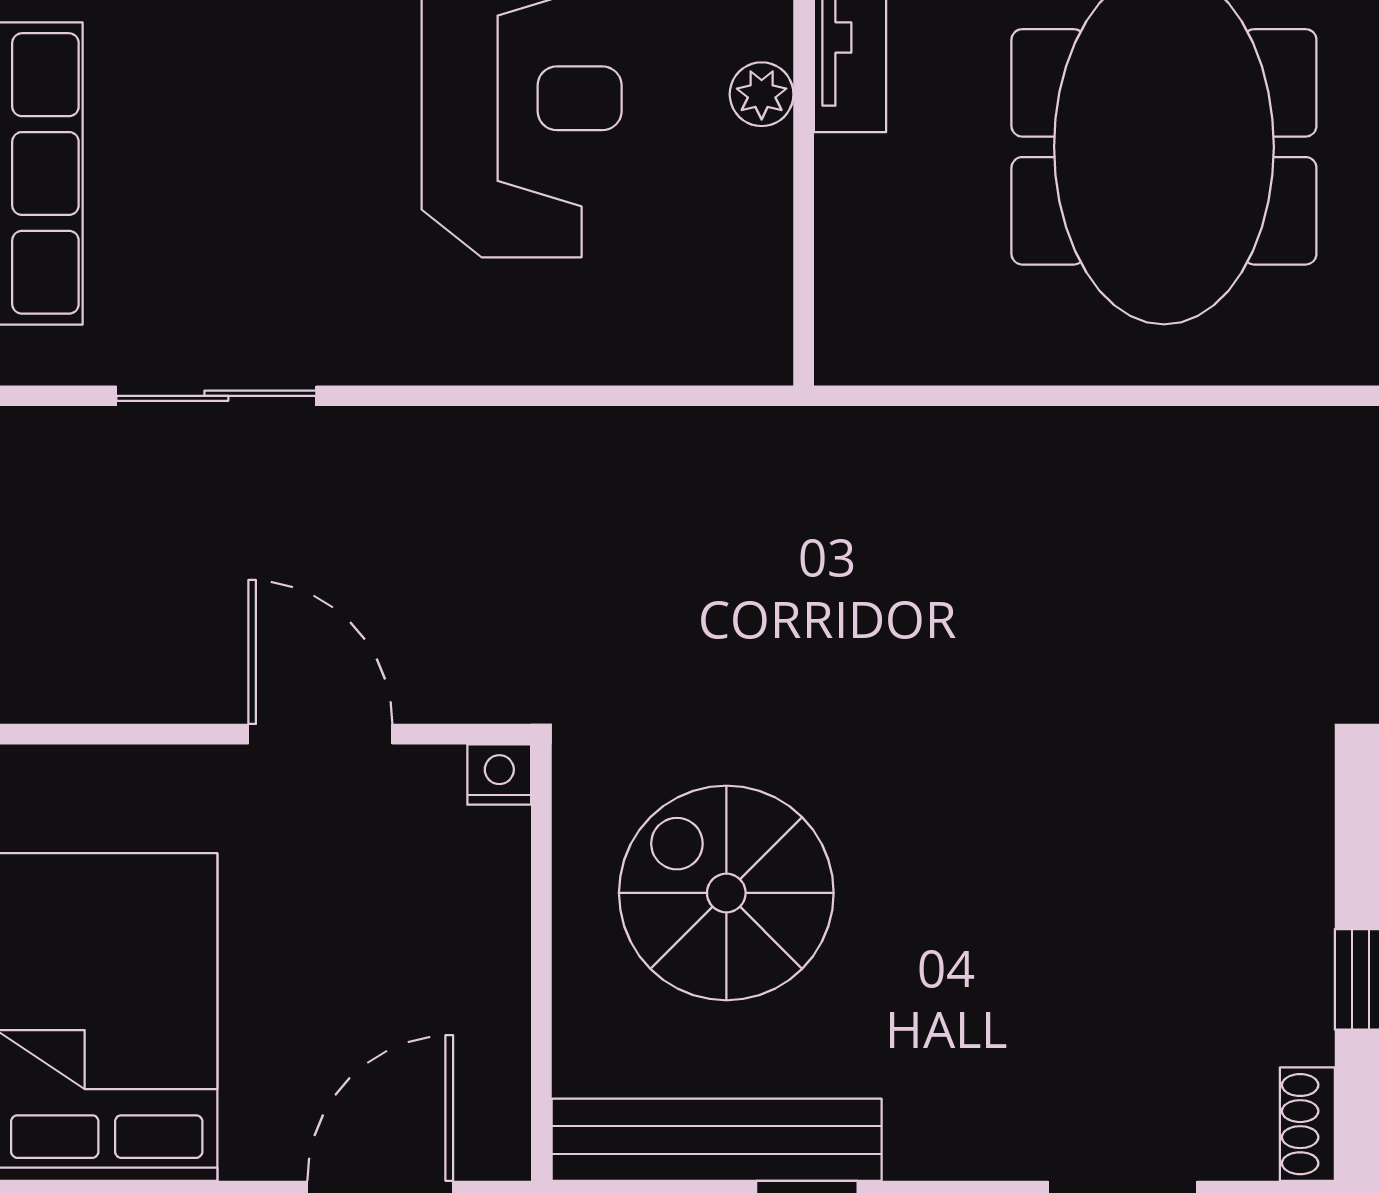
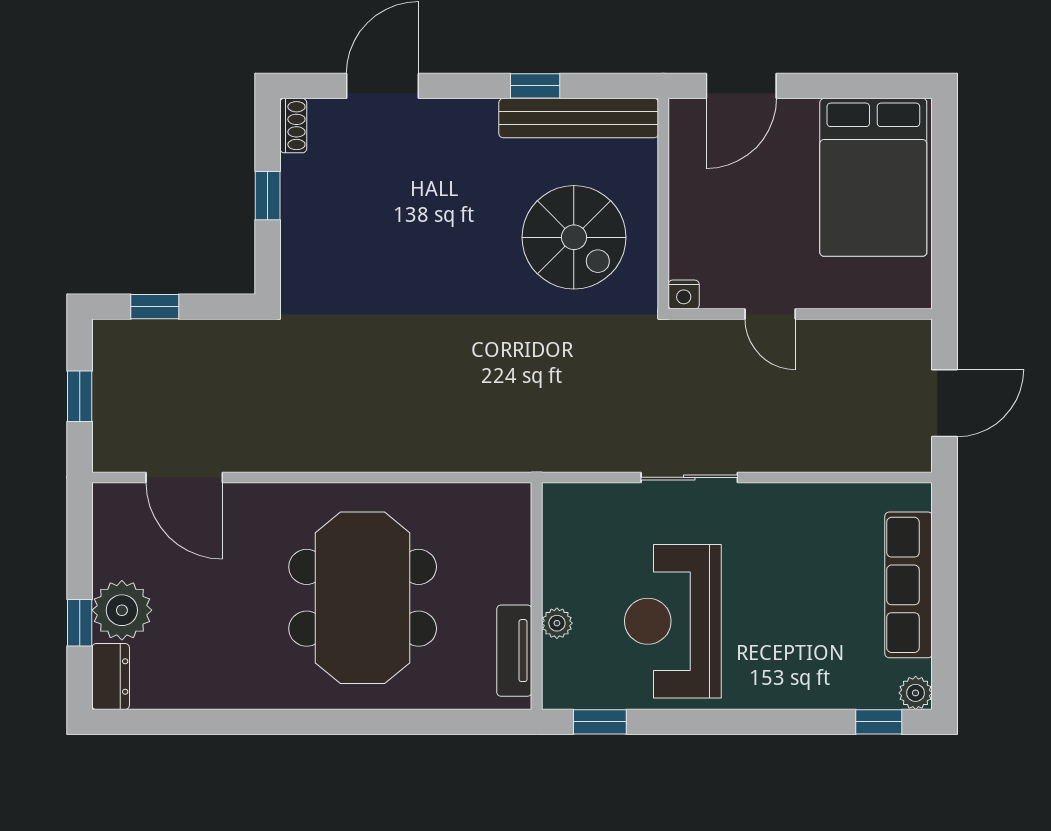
sliding door: (216, 396) -> (689, 477), moved
door: (320, 734) -> (770, 314), width x0.73

